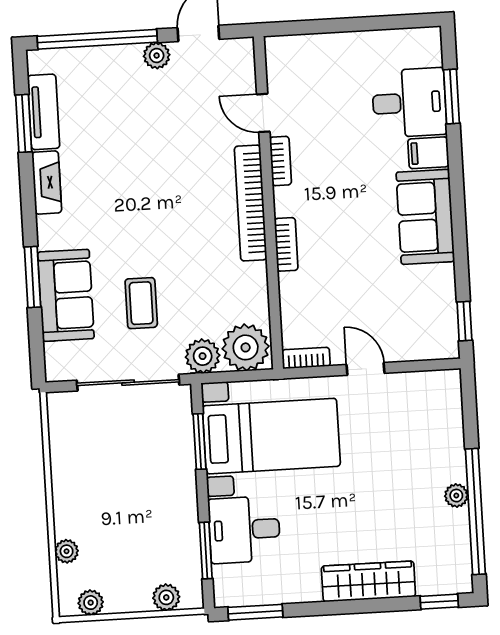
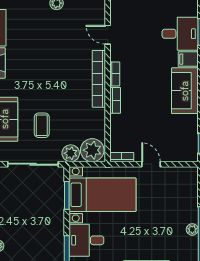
bookcase: (280, 161) -> (115, 74), moved

